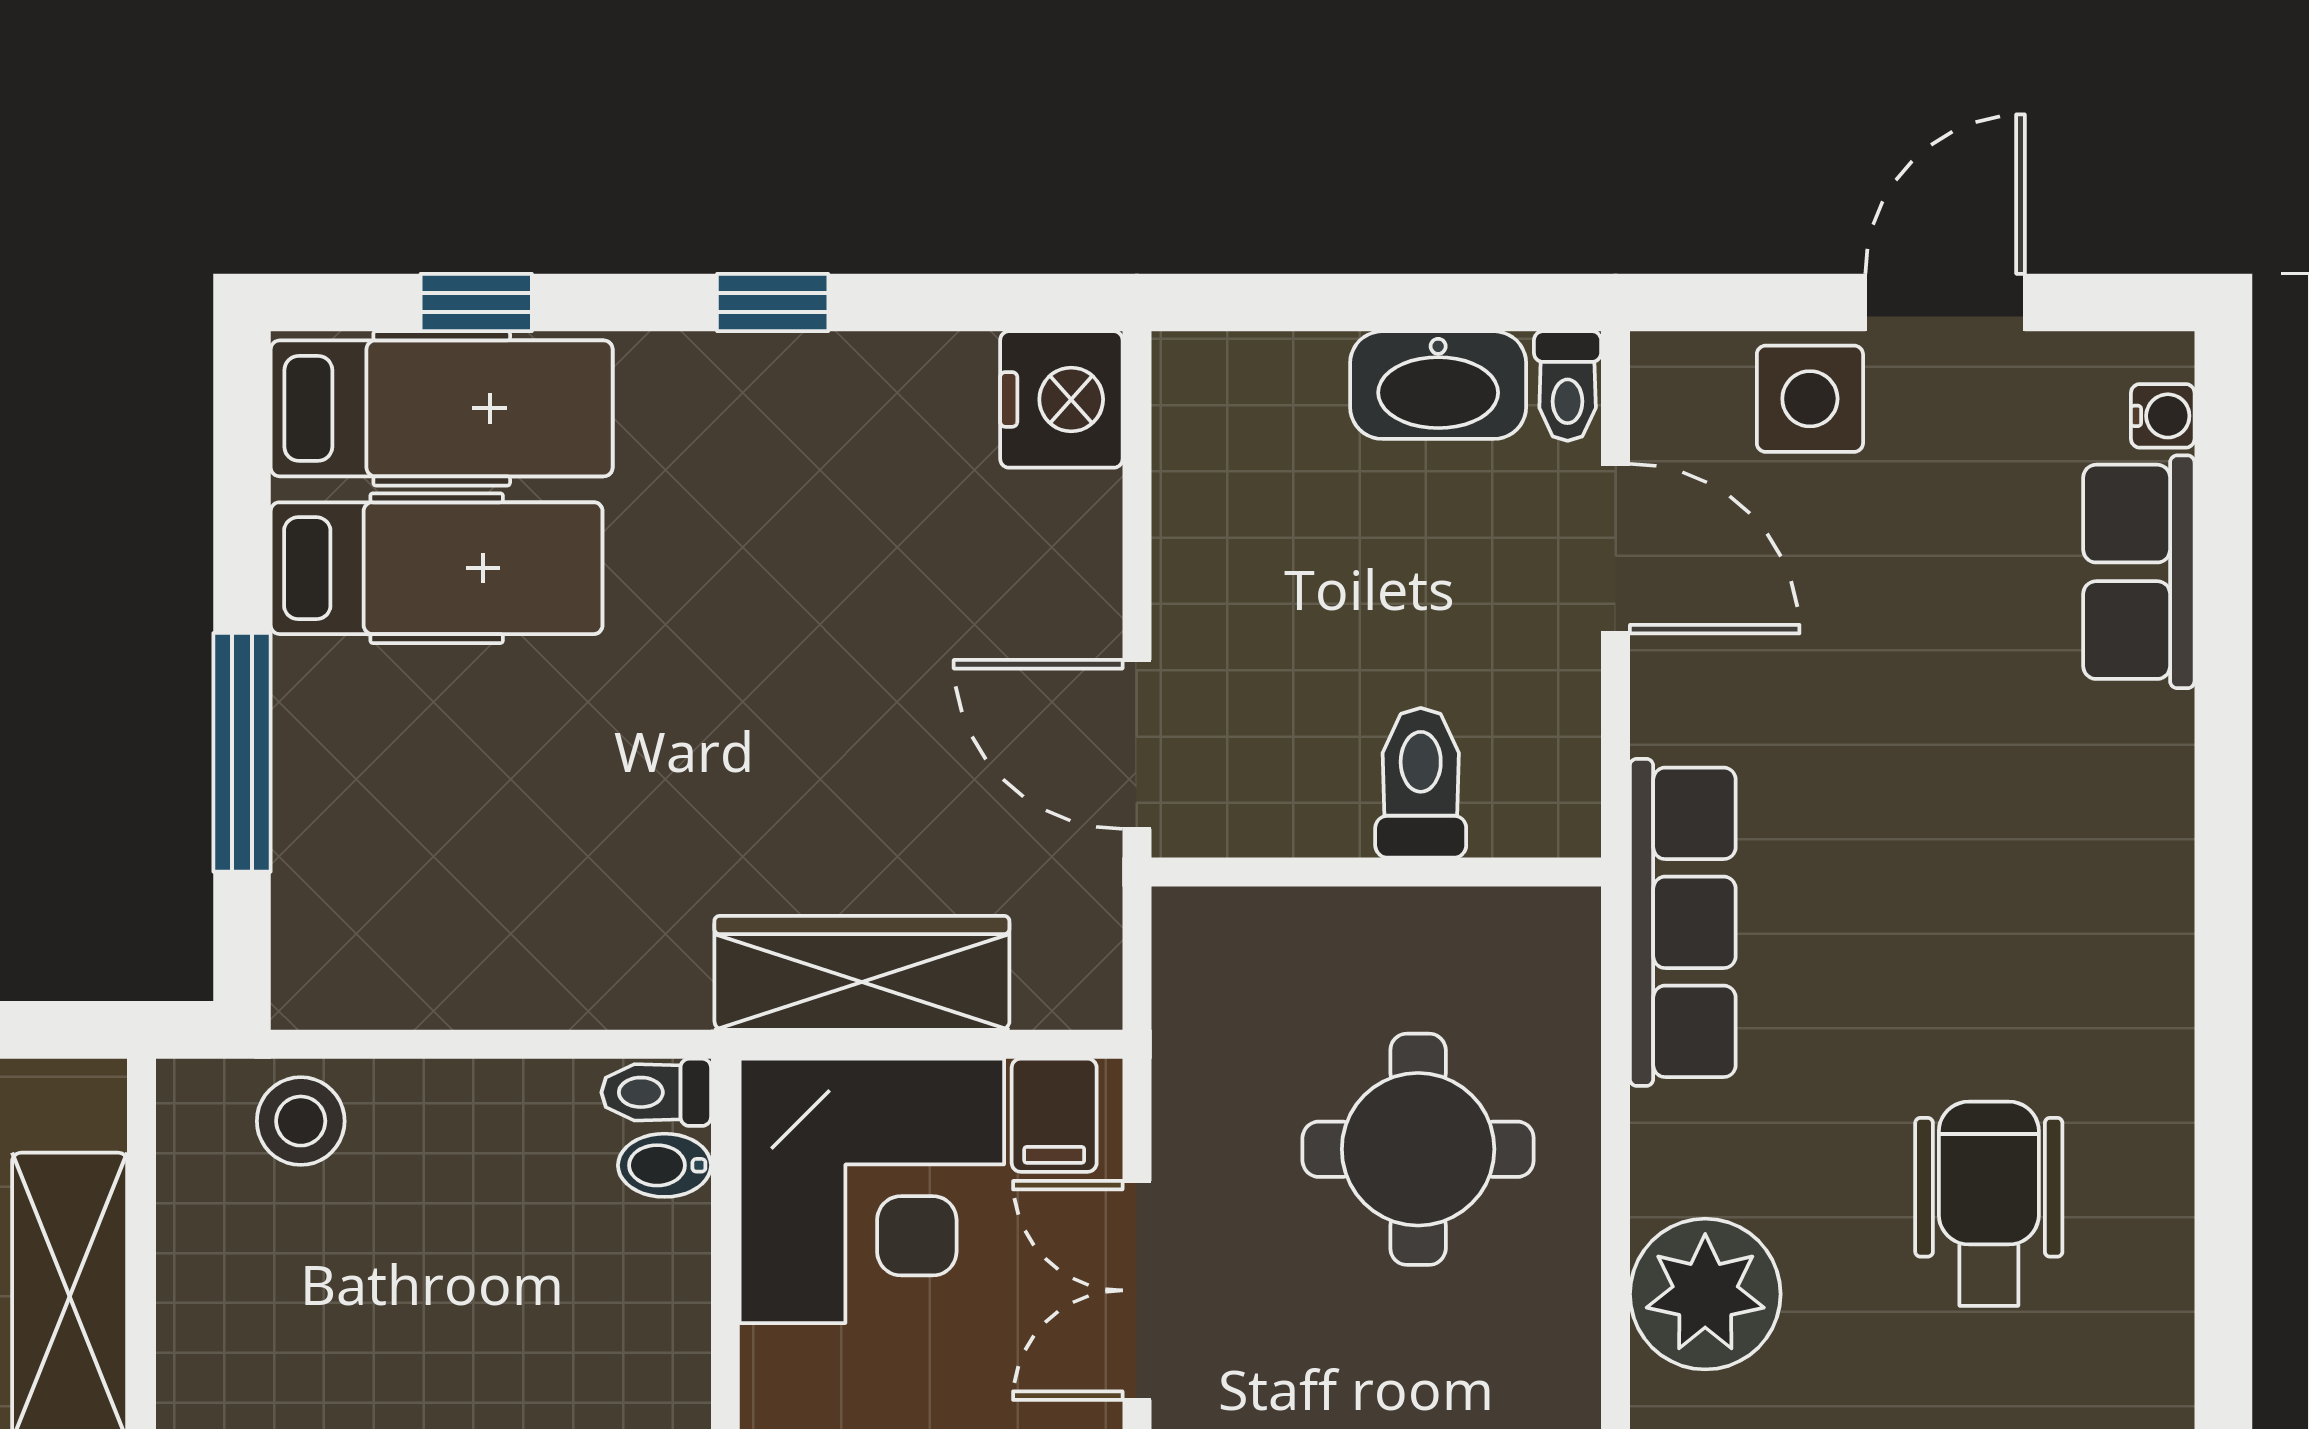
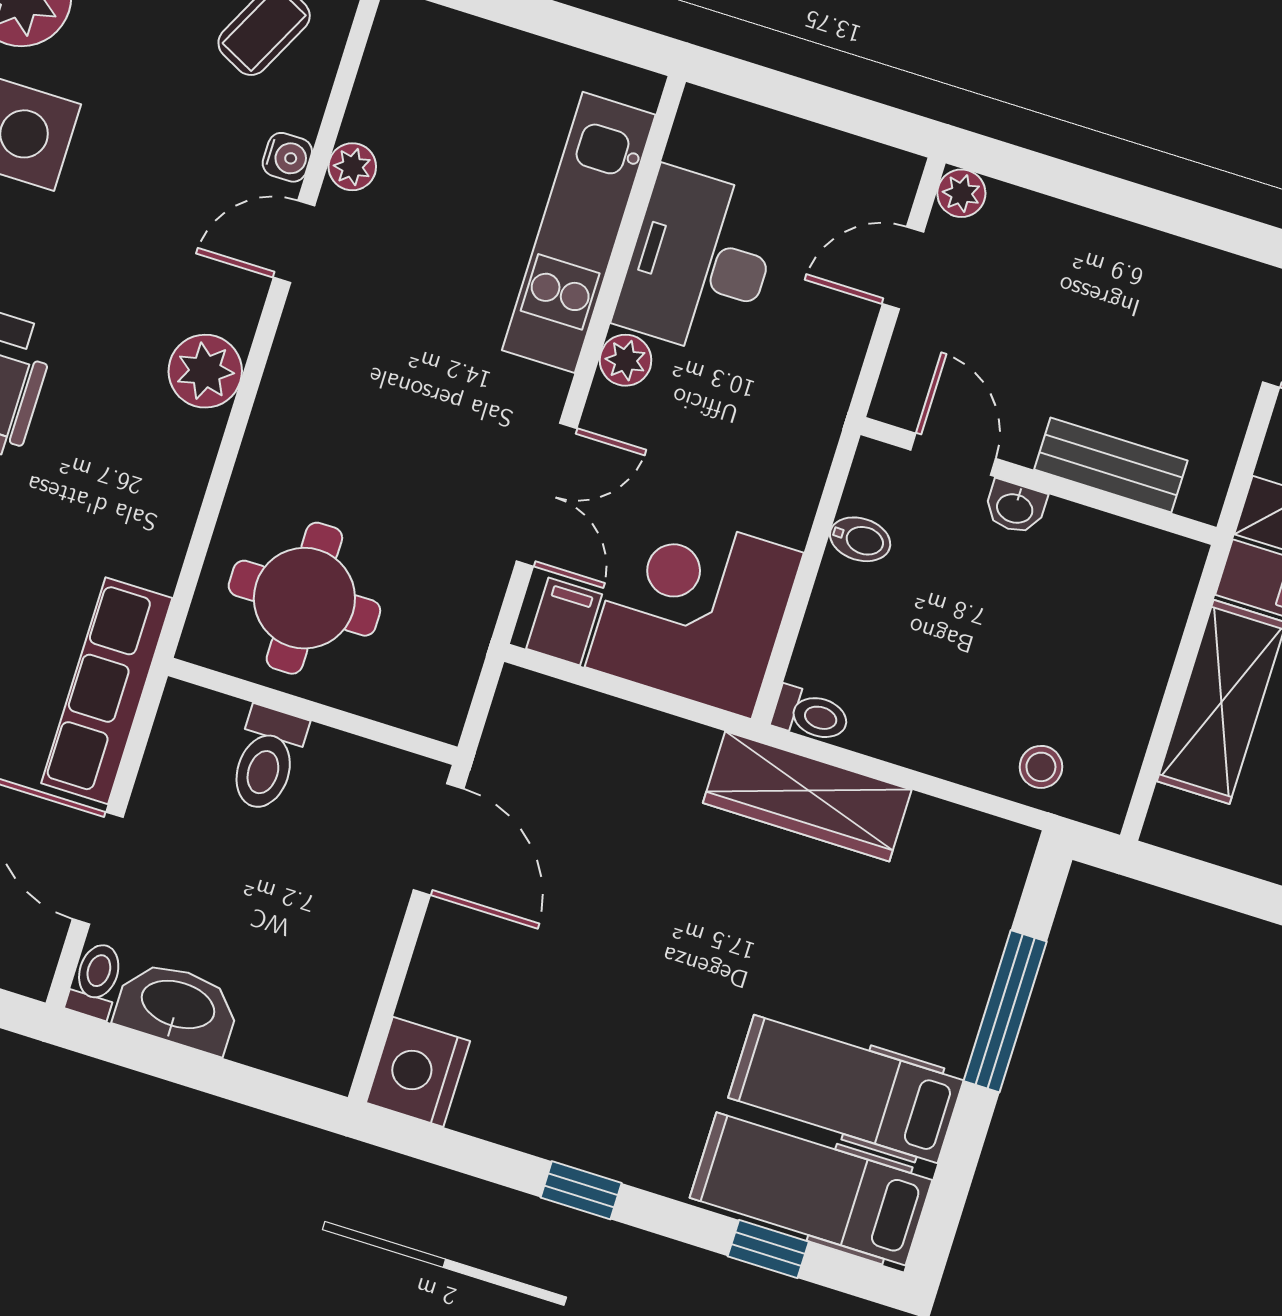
row of seats: (1683, 922) -> (107, 691), moved
wardrobe: (862, 973) -> (807, 796), moved
stool: (301, 1121) -> (1041, 767), width x0.73, depth x0.73
round table: (1418, 1149) -> (304, 598), moved
bidet: (664, 1165) -> (860, 539), moved
plant: (1705, 1294) -> (205, 371), width x0.73, depth x0.73

